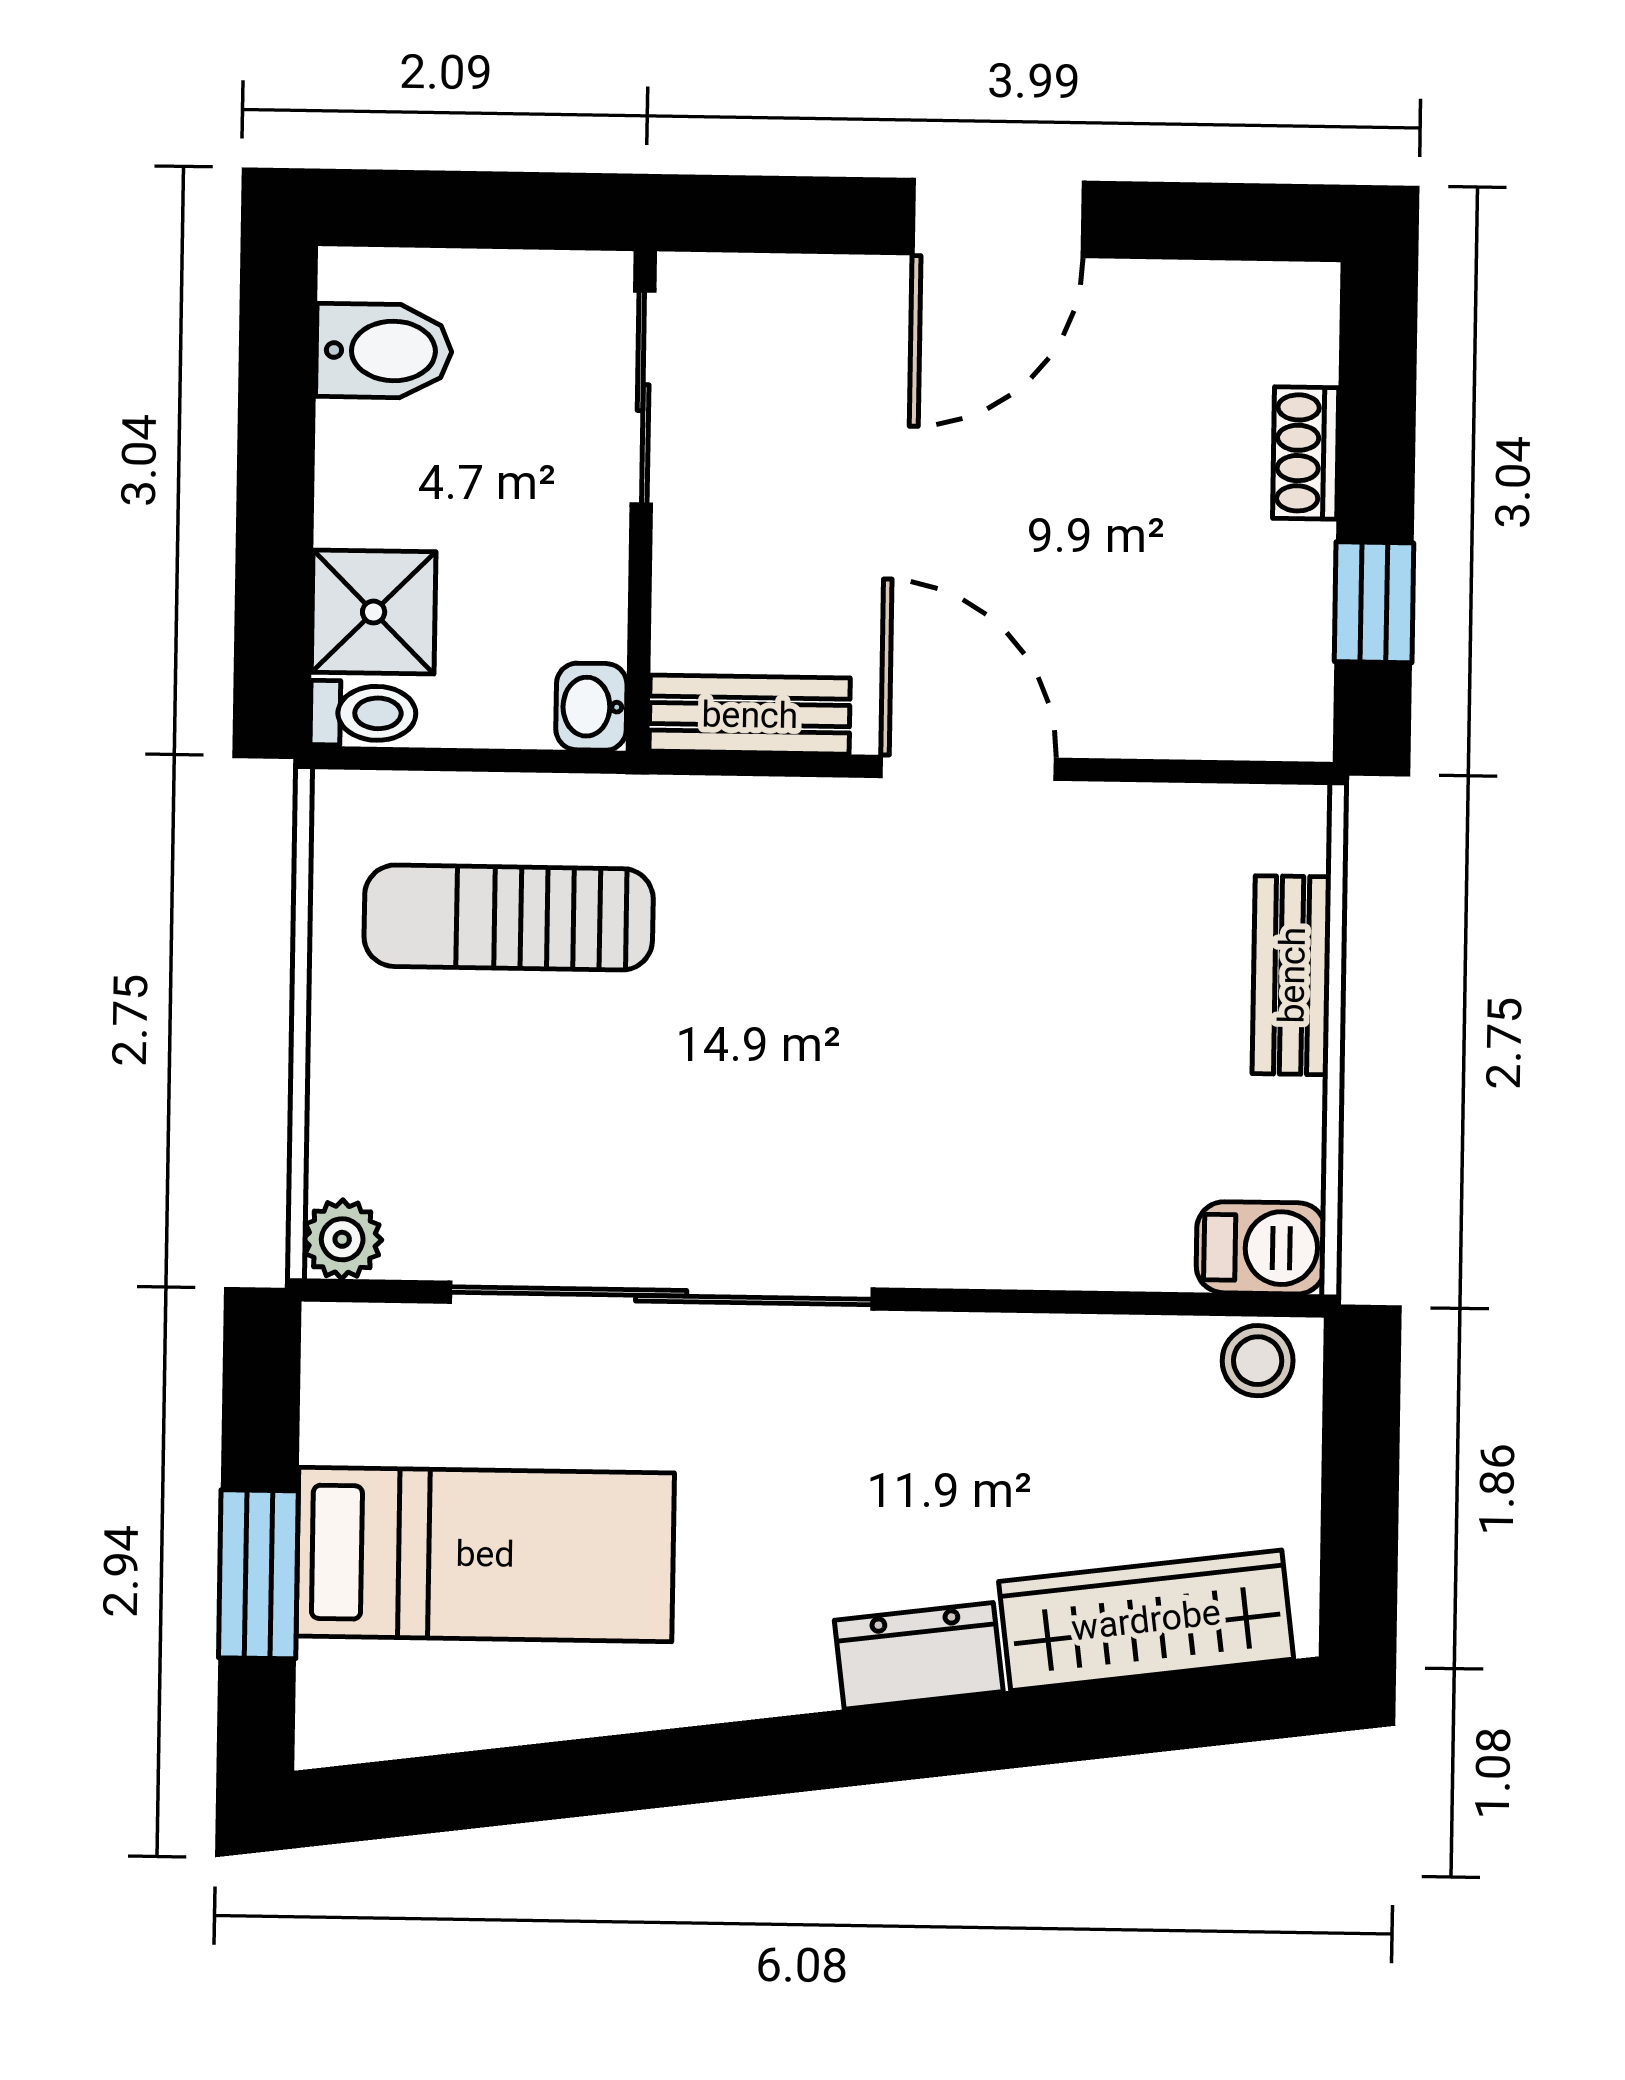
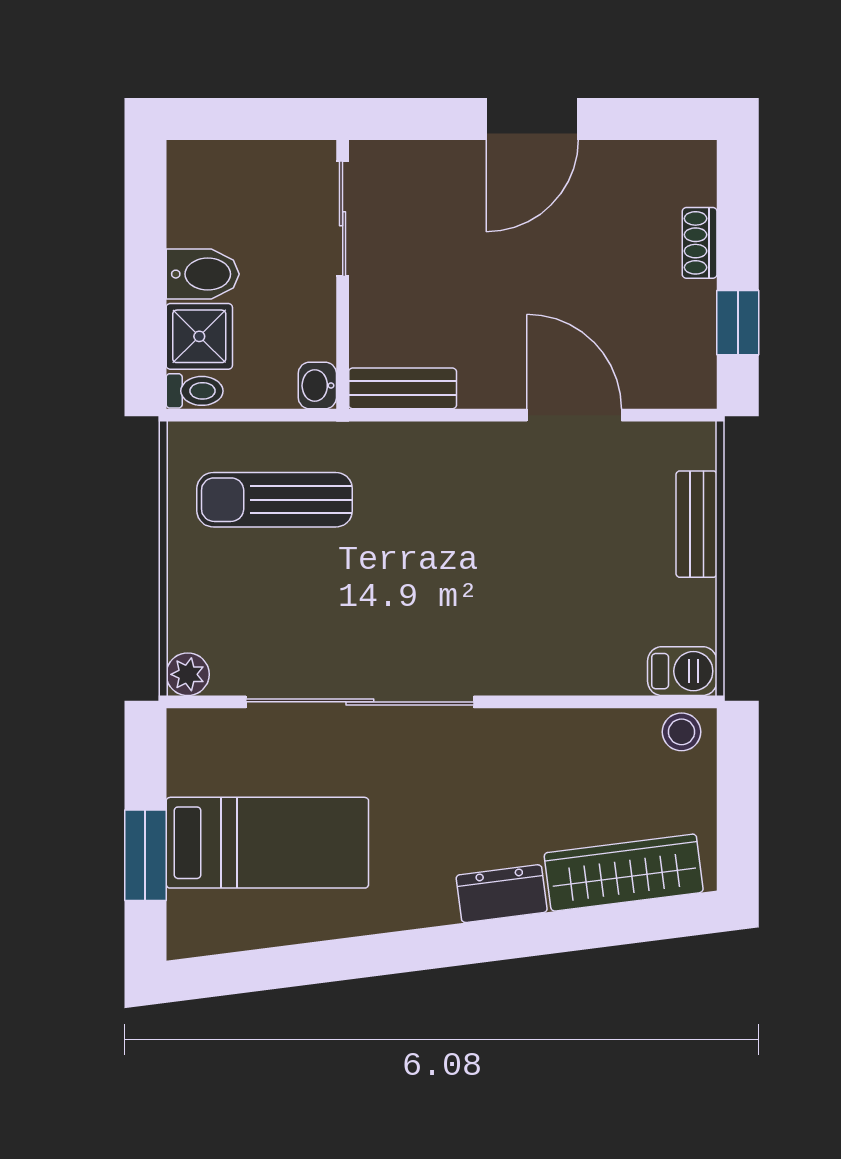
bidet: (384, 351) -> (203, 274), moved
door: (968, 768) -> (574, 415), moved

